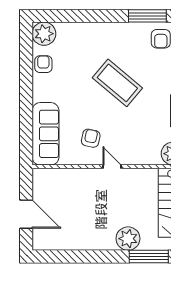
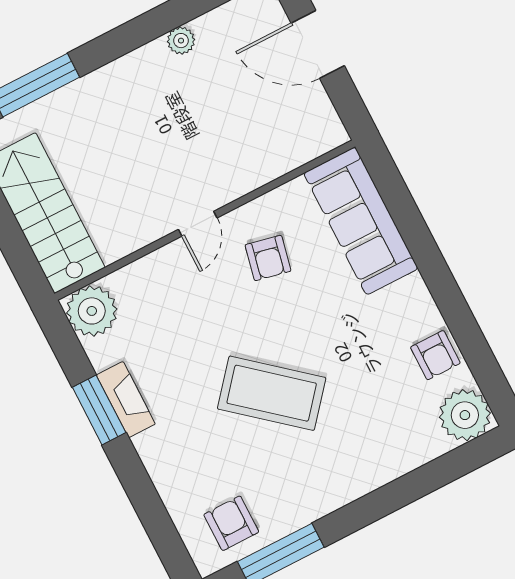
door: (112, 167) -> (198, 224), hinge flipped
plant: (128, 239) -> (181, 41), moved, width x0.53, depth x0.53

